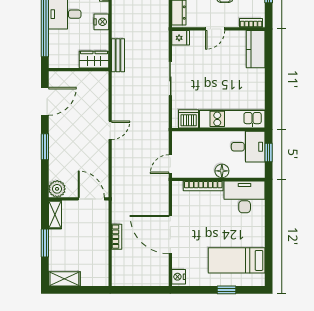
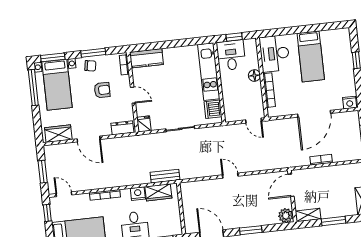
wardrobe: (94, 60) -> (158, 192), moved, turned -90
bed: (237, 260) -> (311, 56), moved

